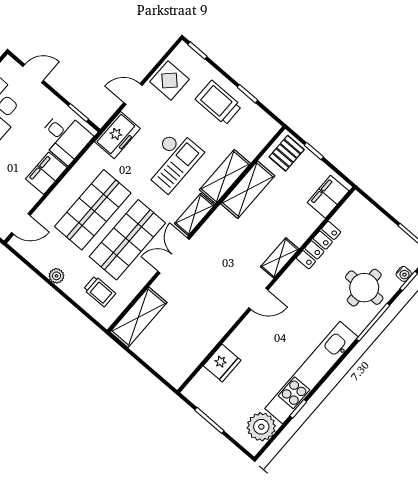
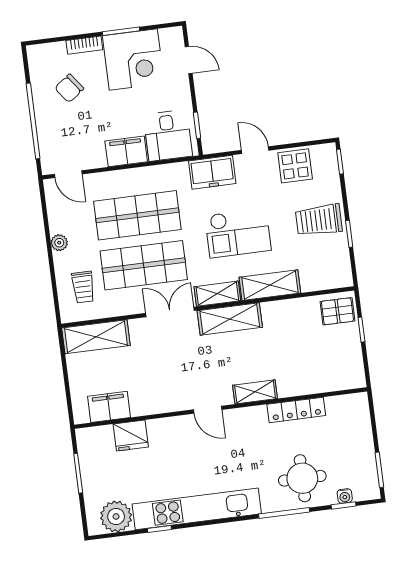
trolley: (219, 103) -> (319, 220), turned -90
shelving: (248, 190) -> (230, 319), moved
filing cabinet: (328, 197) -> (109, 407), moved

